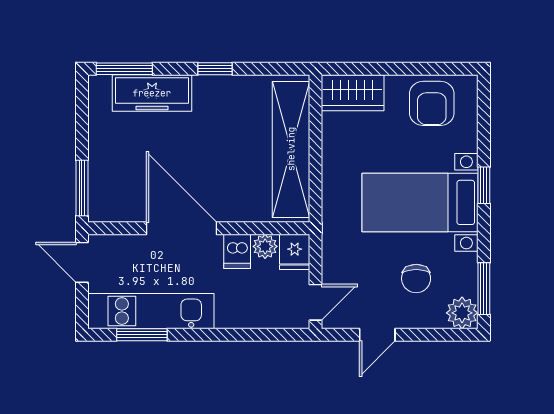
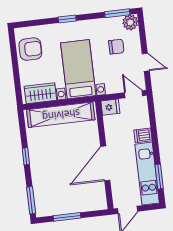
freezer: (152, 93) -> (41, 185), removed
wardrobe: (353, 93) -> (40, 93), moved, turned -90
window: (82, 188) -> (67, 217), moved
bed with nightstands: (420, 202) -> (78, 69), moved, turned 180
plant: (265, 246) -> (109, 122), removed
dishwasher: (237, 251) -> (143, 135), moved, turned 180

